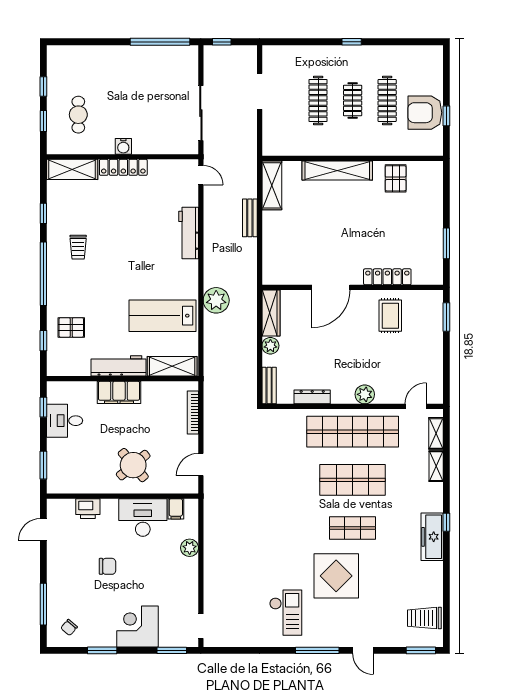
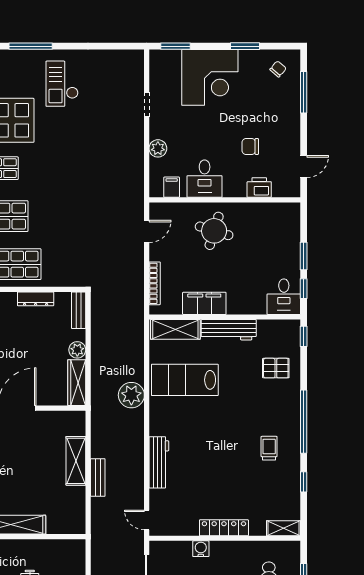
water cooler: (123, 146) -> (201, 549), moved
shelving: (72, 169) -> (284, 528), width x0.67, depth x0.75
shelving: (272, 185) -> (76, 461), moved
lab bench: (163, 316) -> (185, 380), turned 180
window: (43, 341) -> (304, 336), moved
filing cabinet: (119, 392) -> (204, 303), moved
desk: (65, 421) -> (284, 297), moved, turned 90
window: (43, 465) -> (304, 256), moved
round table: (133, 465) -> (214, 231), turned -33
desk: (143, 517) -> (205, 179), width x0.73
chair: (107, 566) -> (250, 146), moved
corner desk: (137, 626) -> (210, 77), width x1.36, depth x1.36
doorway: (201, 626) -> (147, 104), moved

